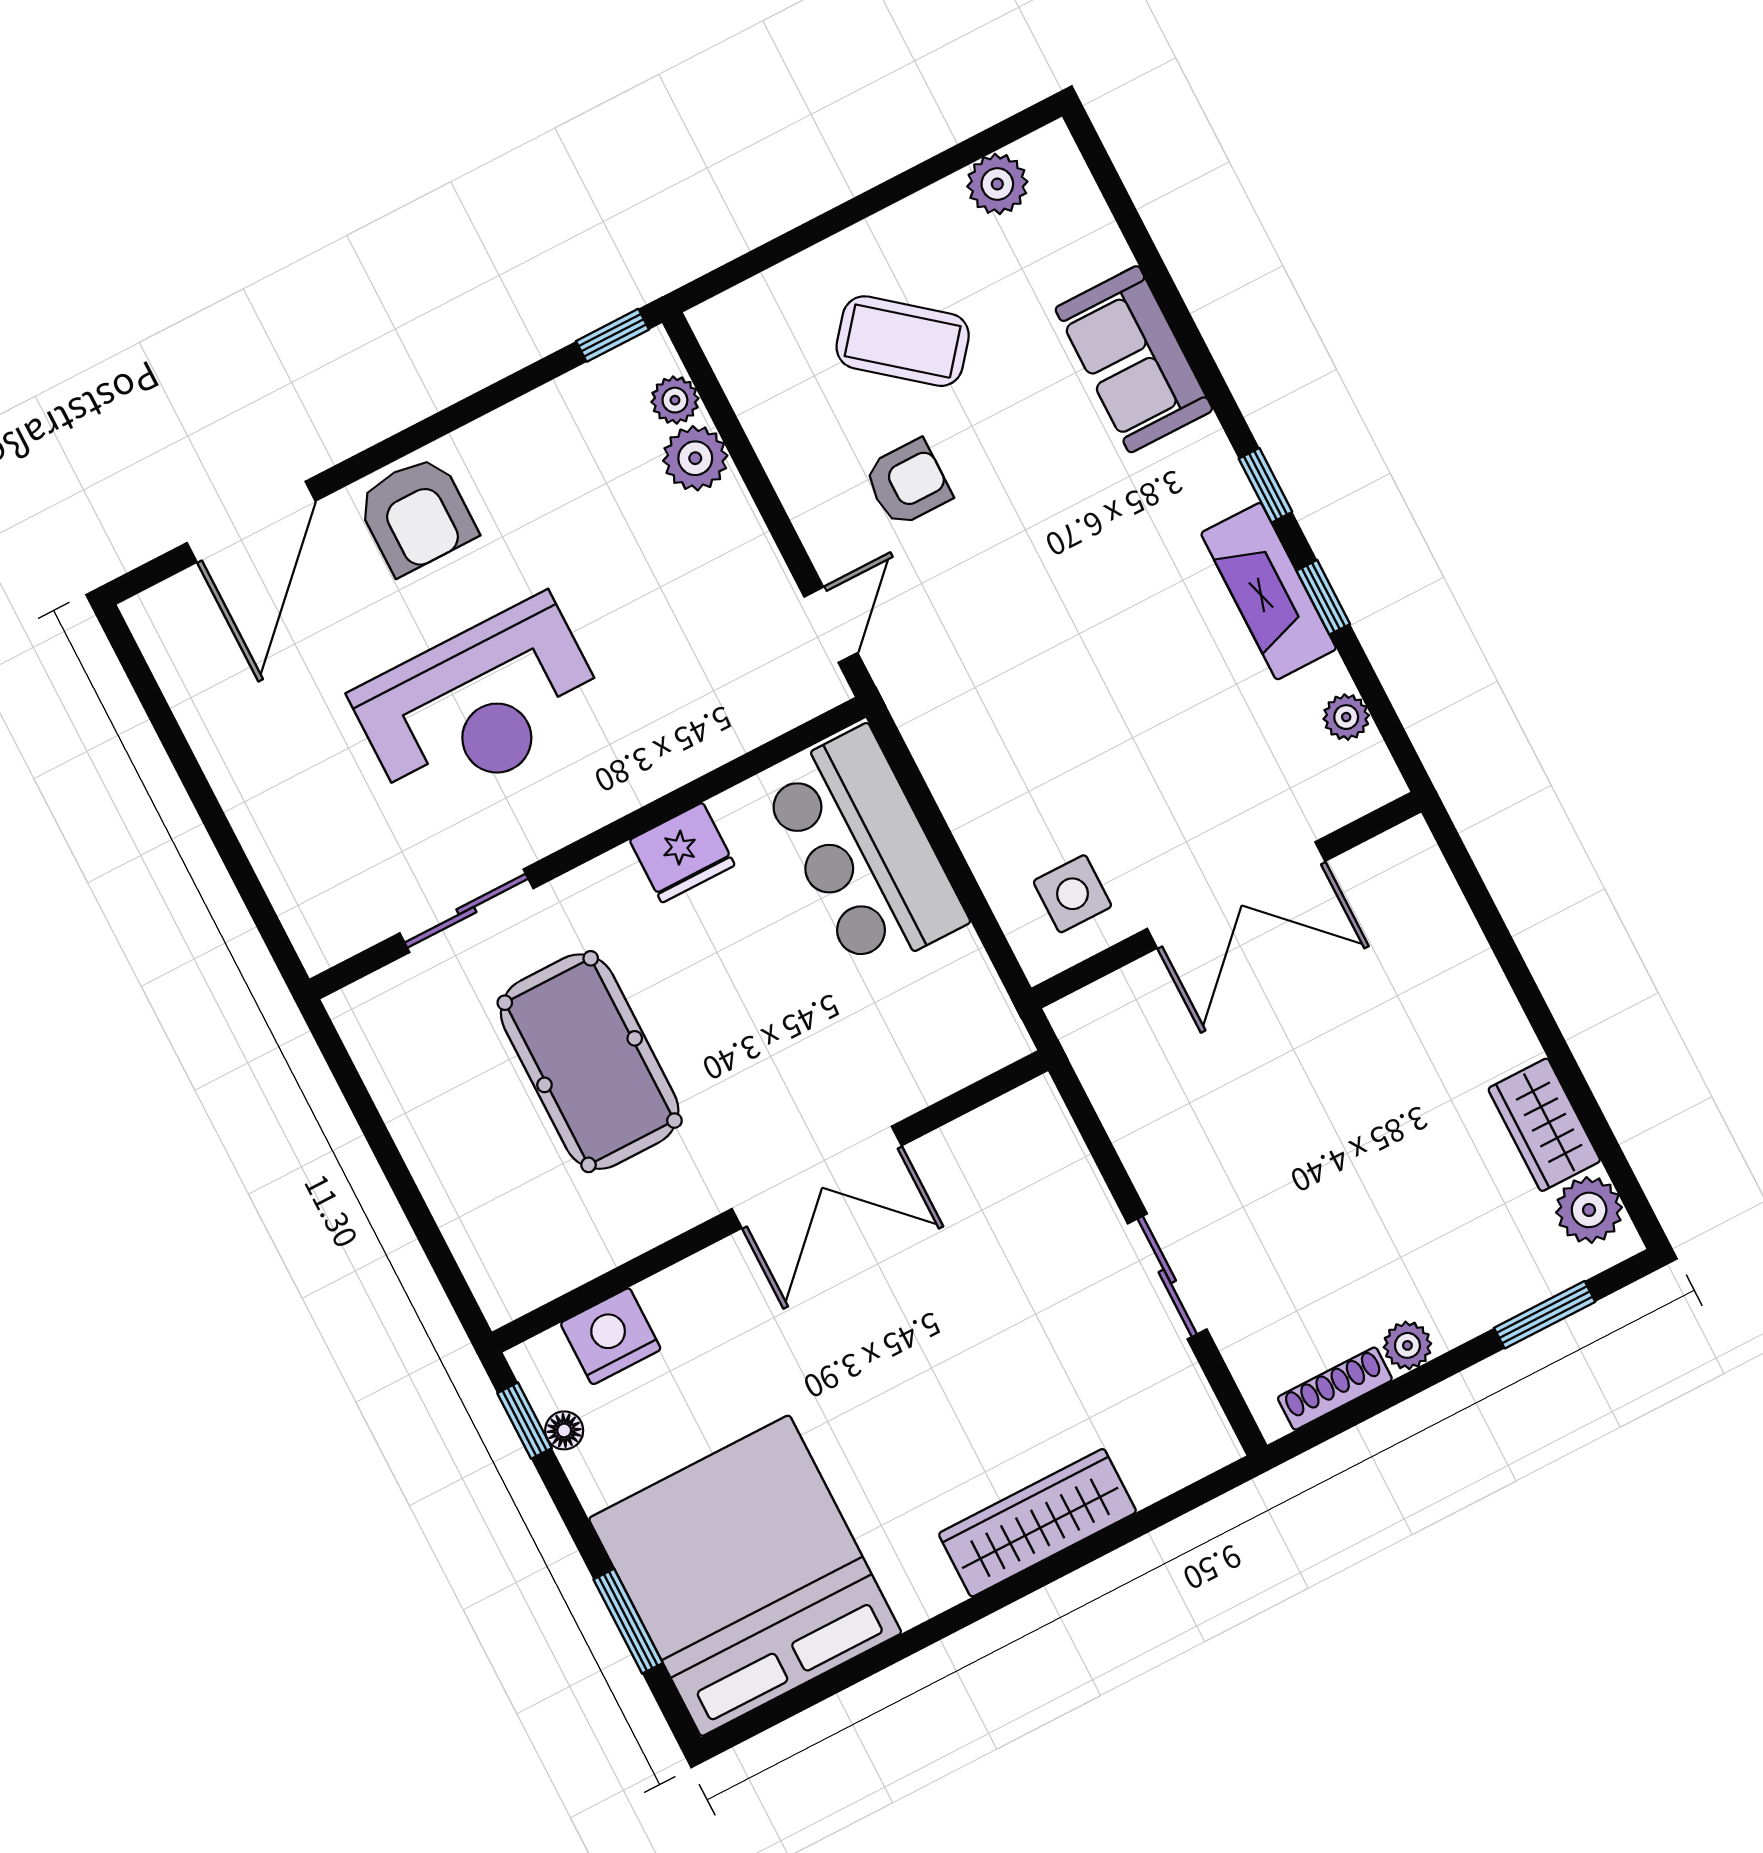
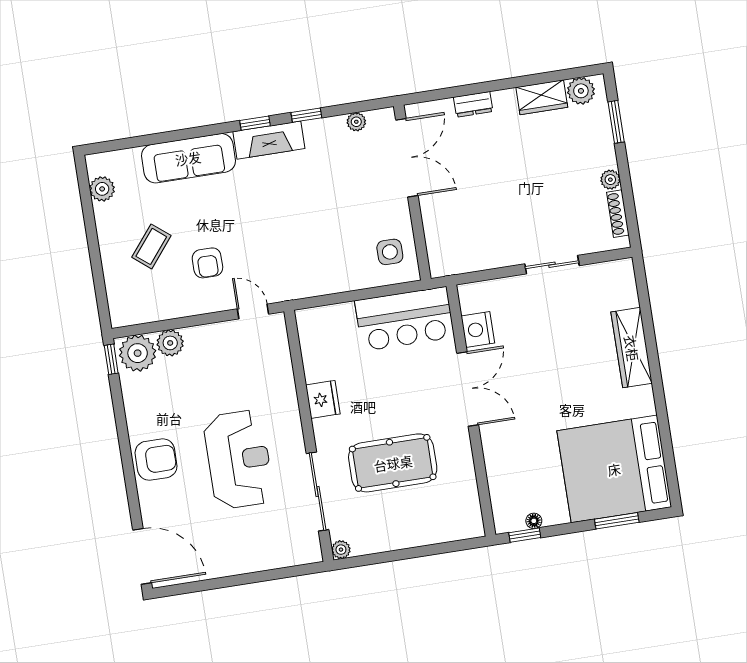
coffee table: (903, 341) -> (151, 246), width x0.73, depth x0.77
sofa: (1134, 359) -> (188, 158), width x1.36
plant: (675, 400) -> (138, 353), width x1.88, depth x1.88
armchair: (908, 483) -> (207, 263), turned 180
door: (251, 522) -> (142, 556), moved
fireplace: (1269, 591) -> (269, 140), moved
bar counter: (864, 851) -> (405, 319), moved
double door: (1236, 895) -> (407, 158), moved
sliding door: (466, 911) -> (318, 491), width x1.37
dresser: (1476, 972) -> (473, 104), added
plant: (351, 1009) -> (341, 550), added
nightstand: (611, 1336) -> (478, 330), moved

